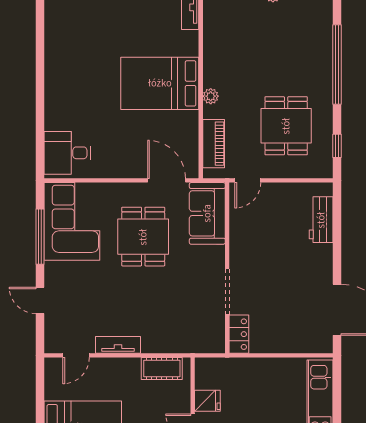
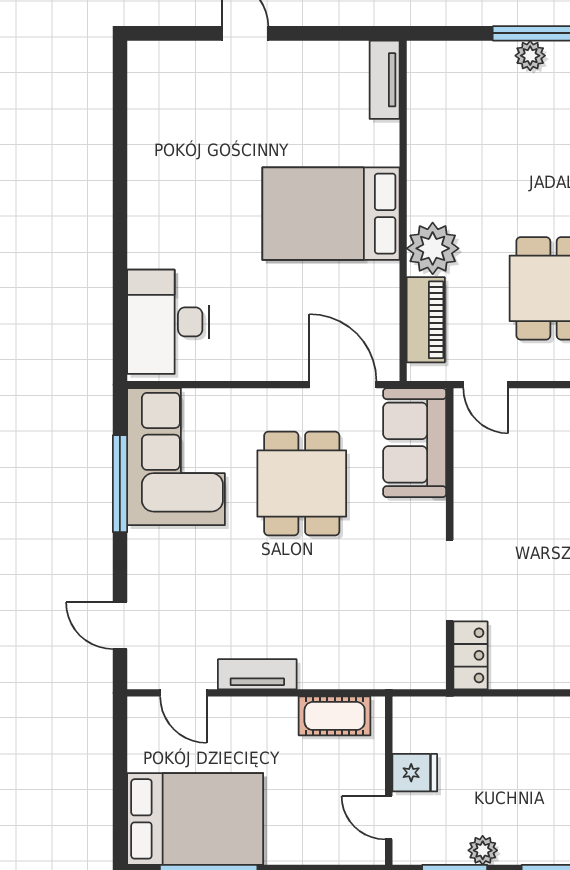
plant: (211, 96) -> (433, 248), width x1.87, depth x1.87
desk: (67, 153) -> (168, 322), width x1.37
door: (248, 180) -> (486, 385), hinge flipped
door: (40, 300) -> (120, 626), moved
door: (76, 355) -> (183, 693), hinge flipped

